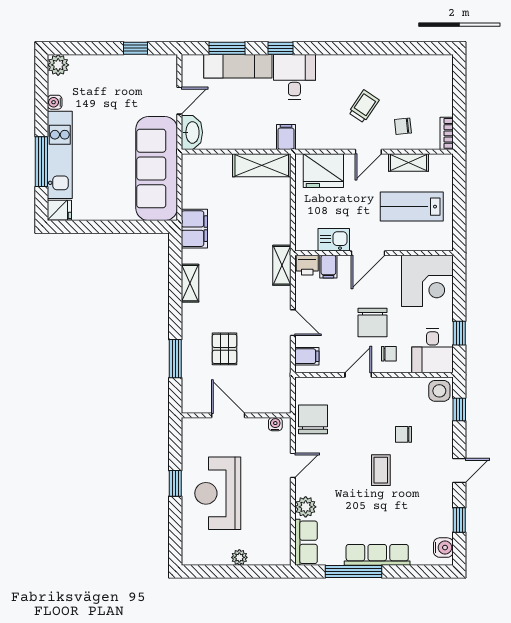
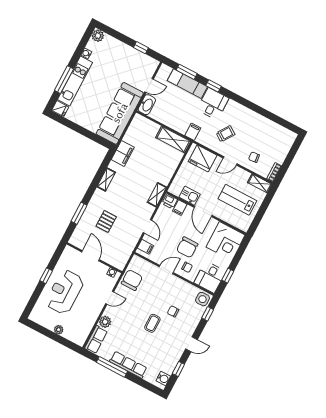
trolley: (364, 106) -> (226, 134), moved
shelving: (409, 163) -> (260, 183), moved
door: (368, 253) -> (203, 211), hinge flipped

